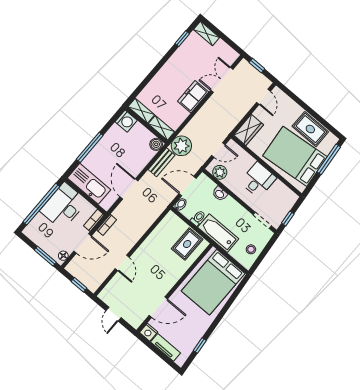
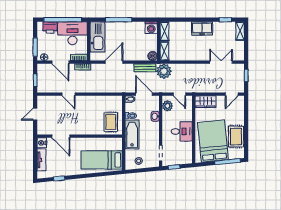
freezer: (193, 97) -> (202, 28), moved, turned 180
printer: (38, 224) -> (50, 28), added
rug: (187, 244) -> (111, 122), turned 90
door: (122, 263) -> (68, 94), hinge flipped
bed: (213, 282) -> (102, 160), width x0.67

